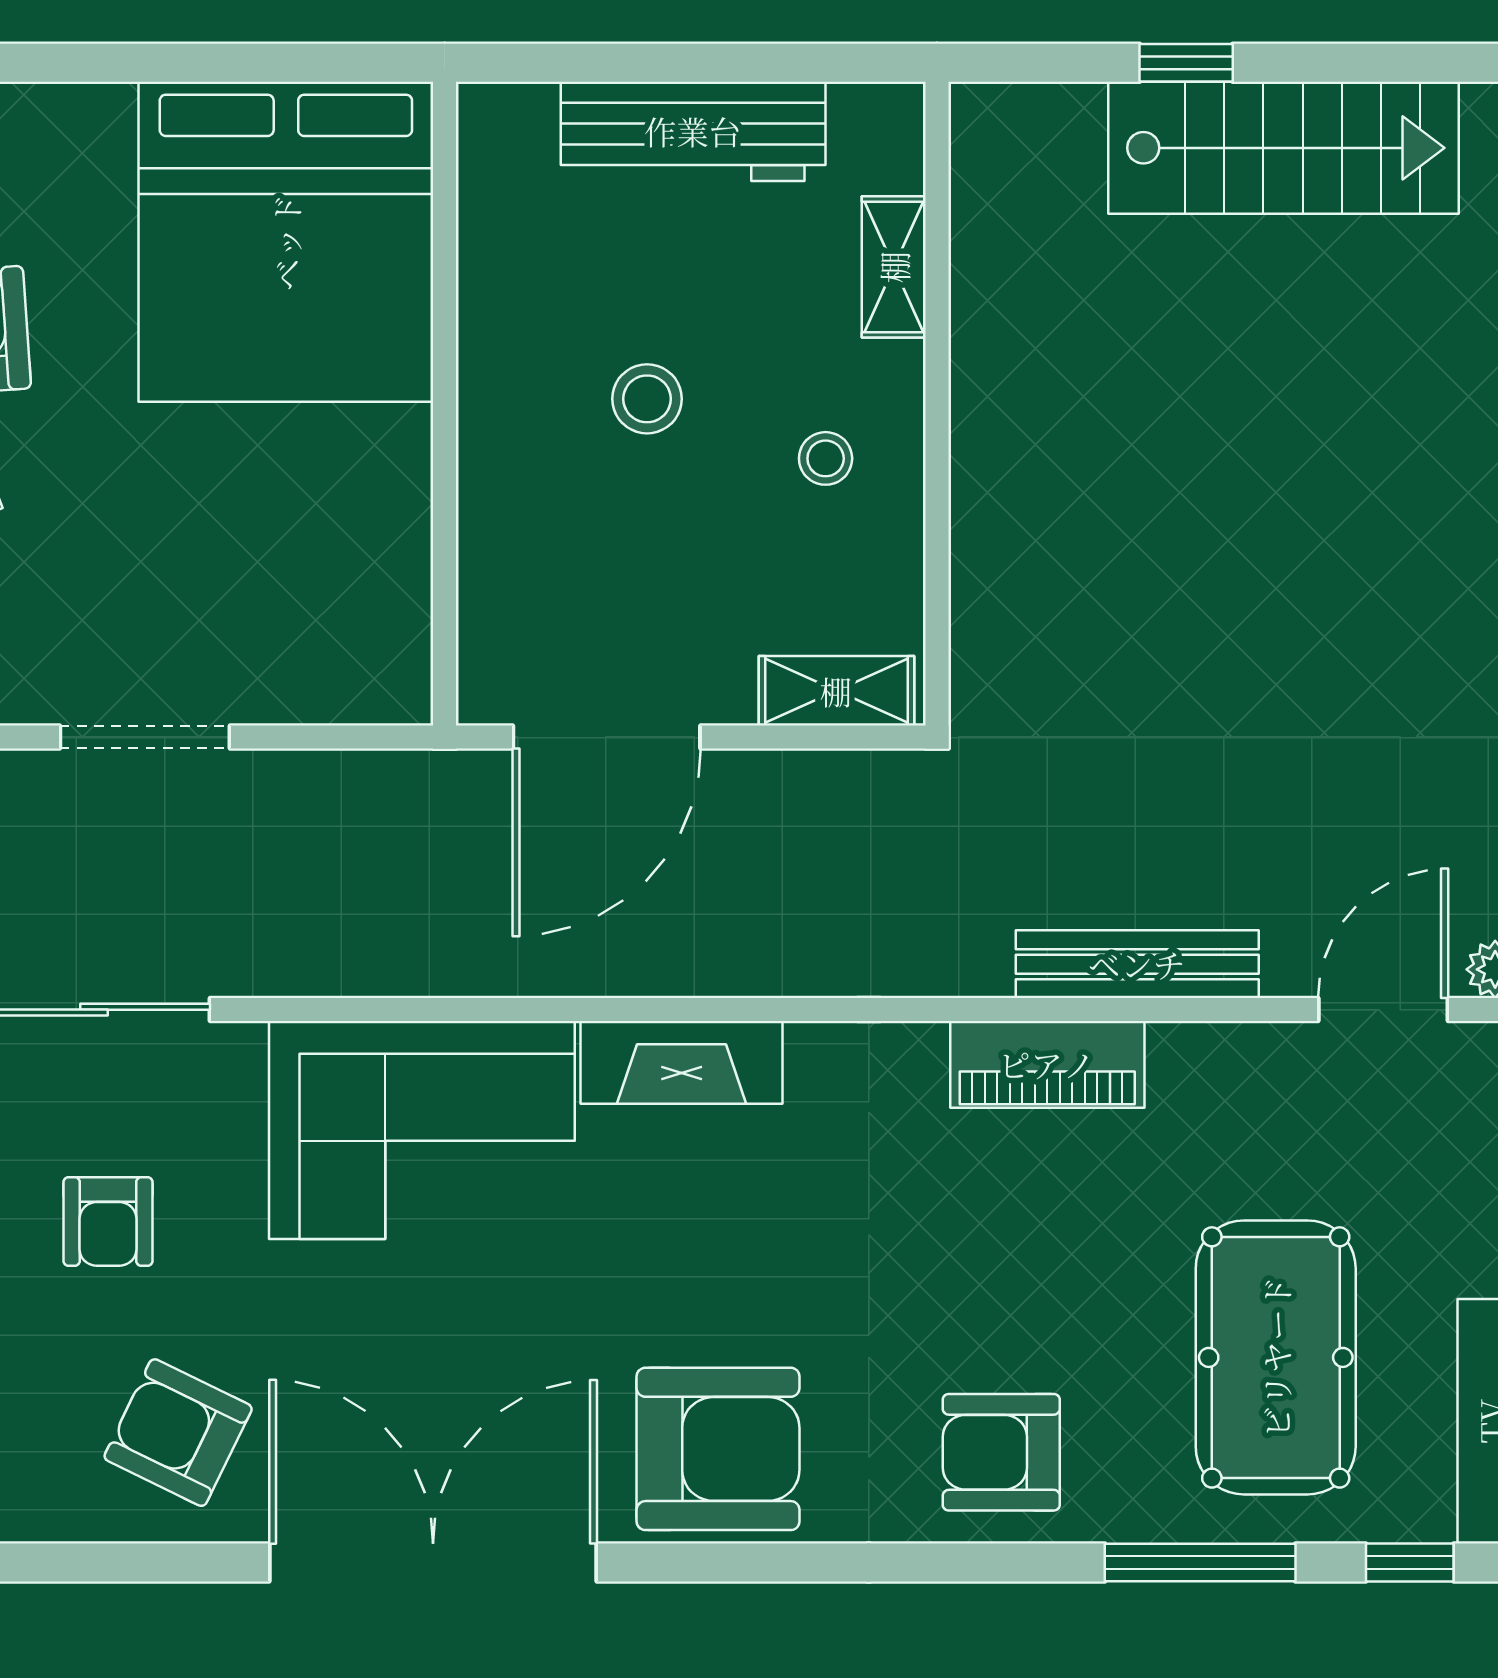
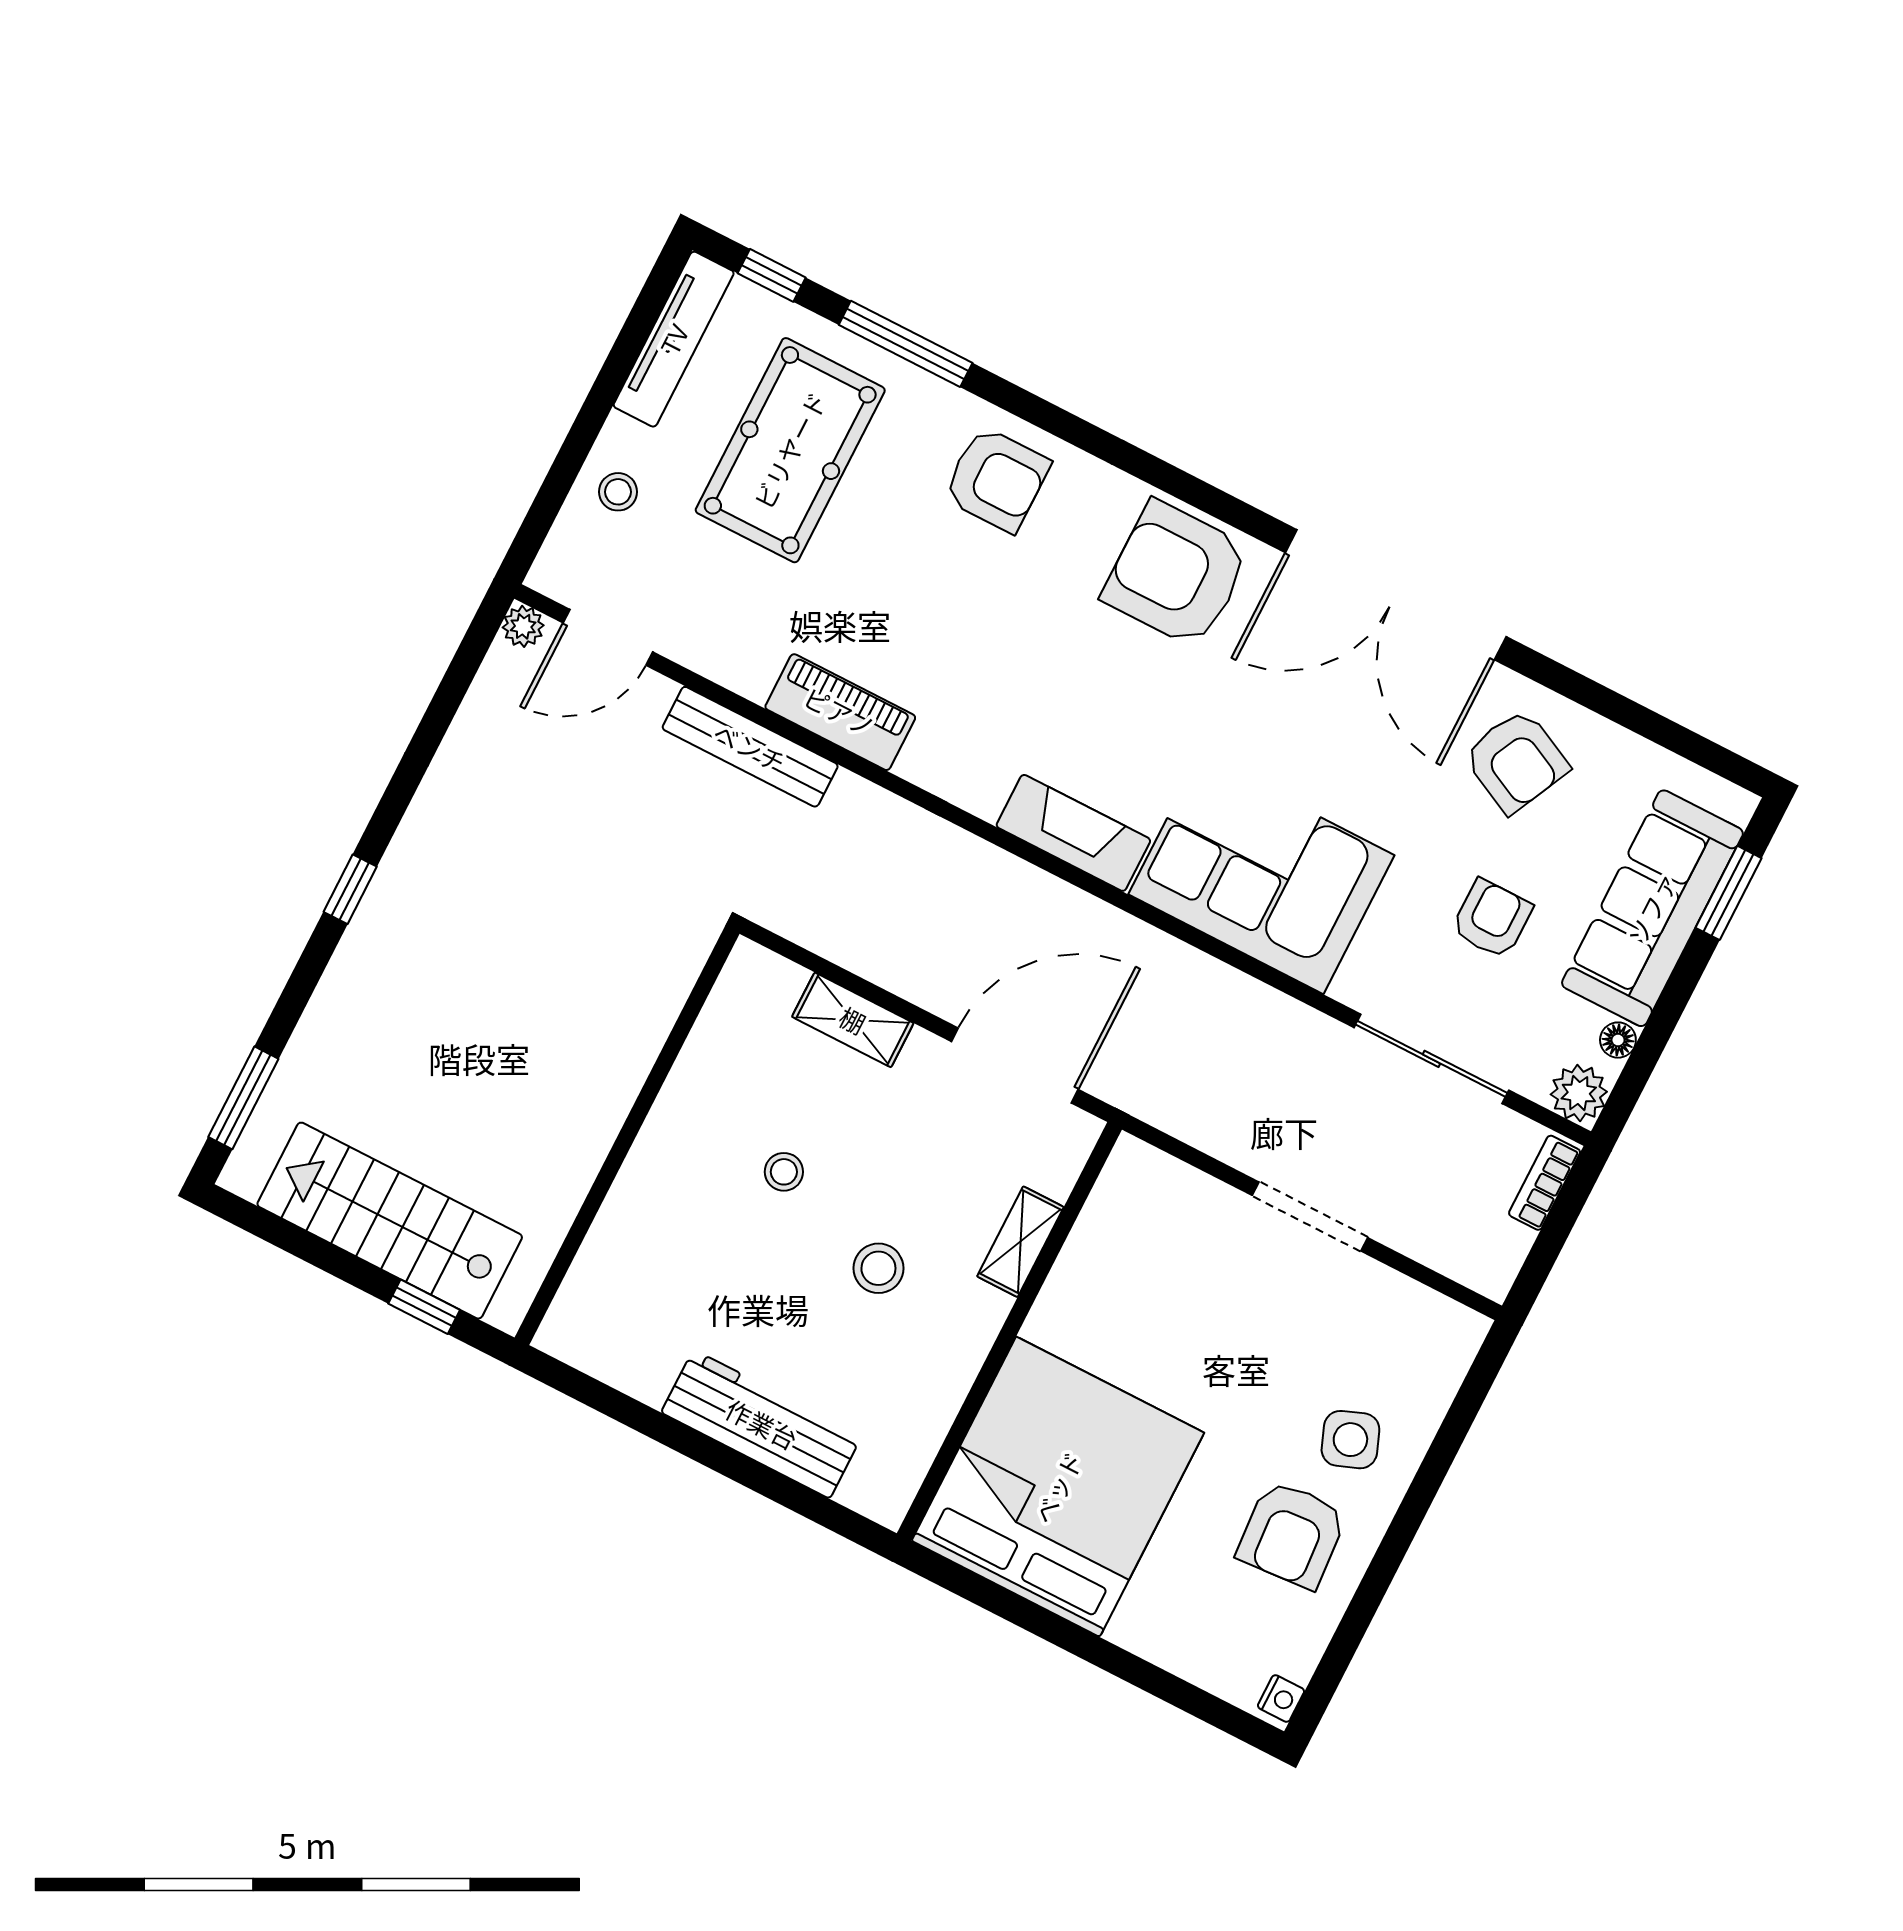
shelving: (894, 267) -> (1020, 1242), moved
wall: (937, 404) -> (627, 1136), moved
stool: (1463, 1197) -> (618, 492), added

